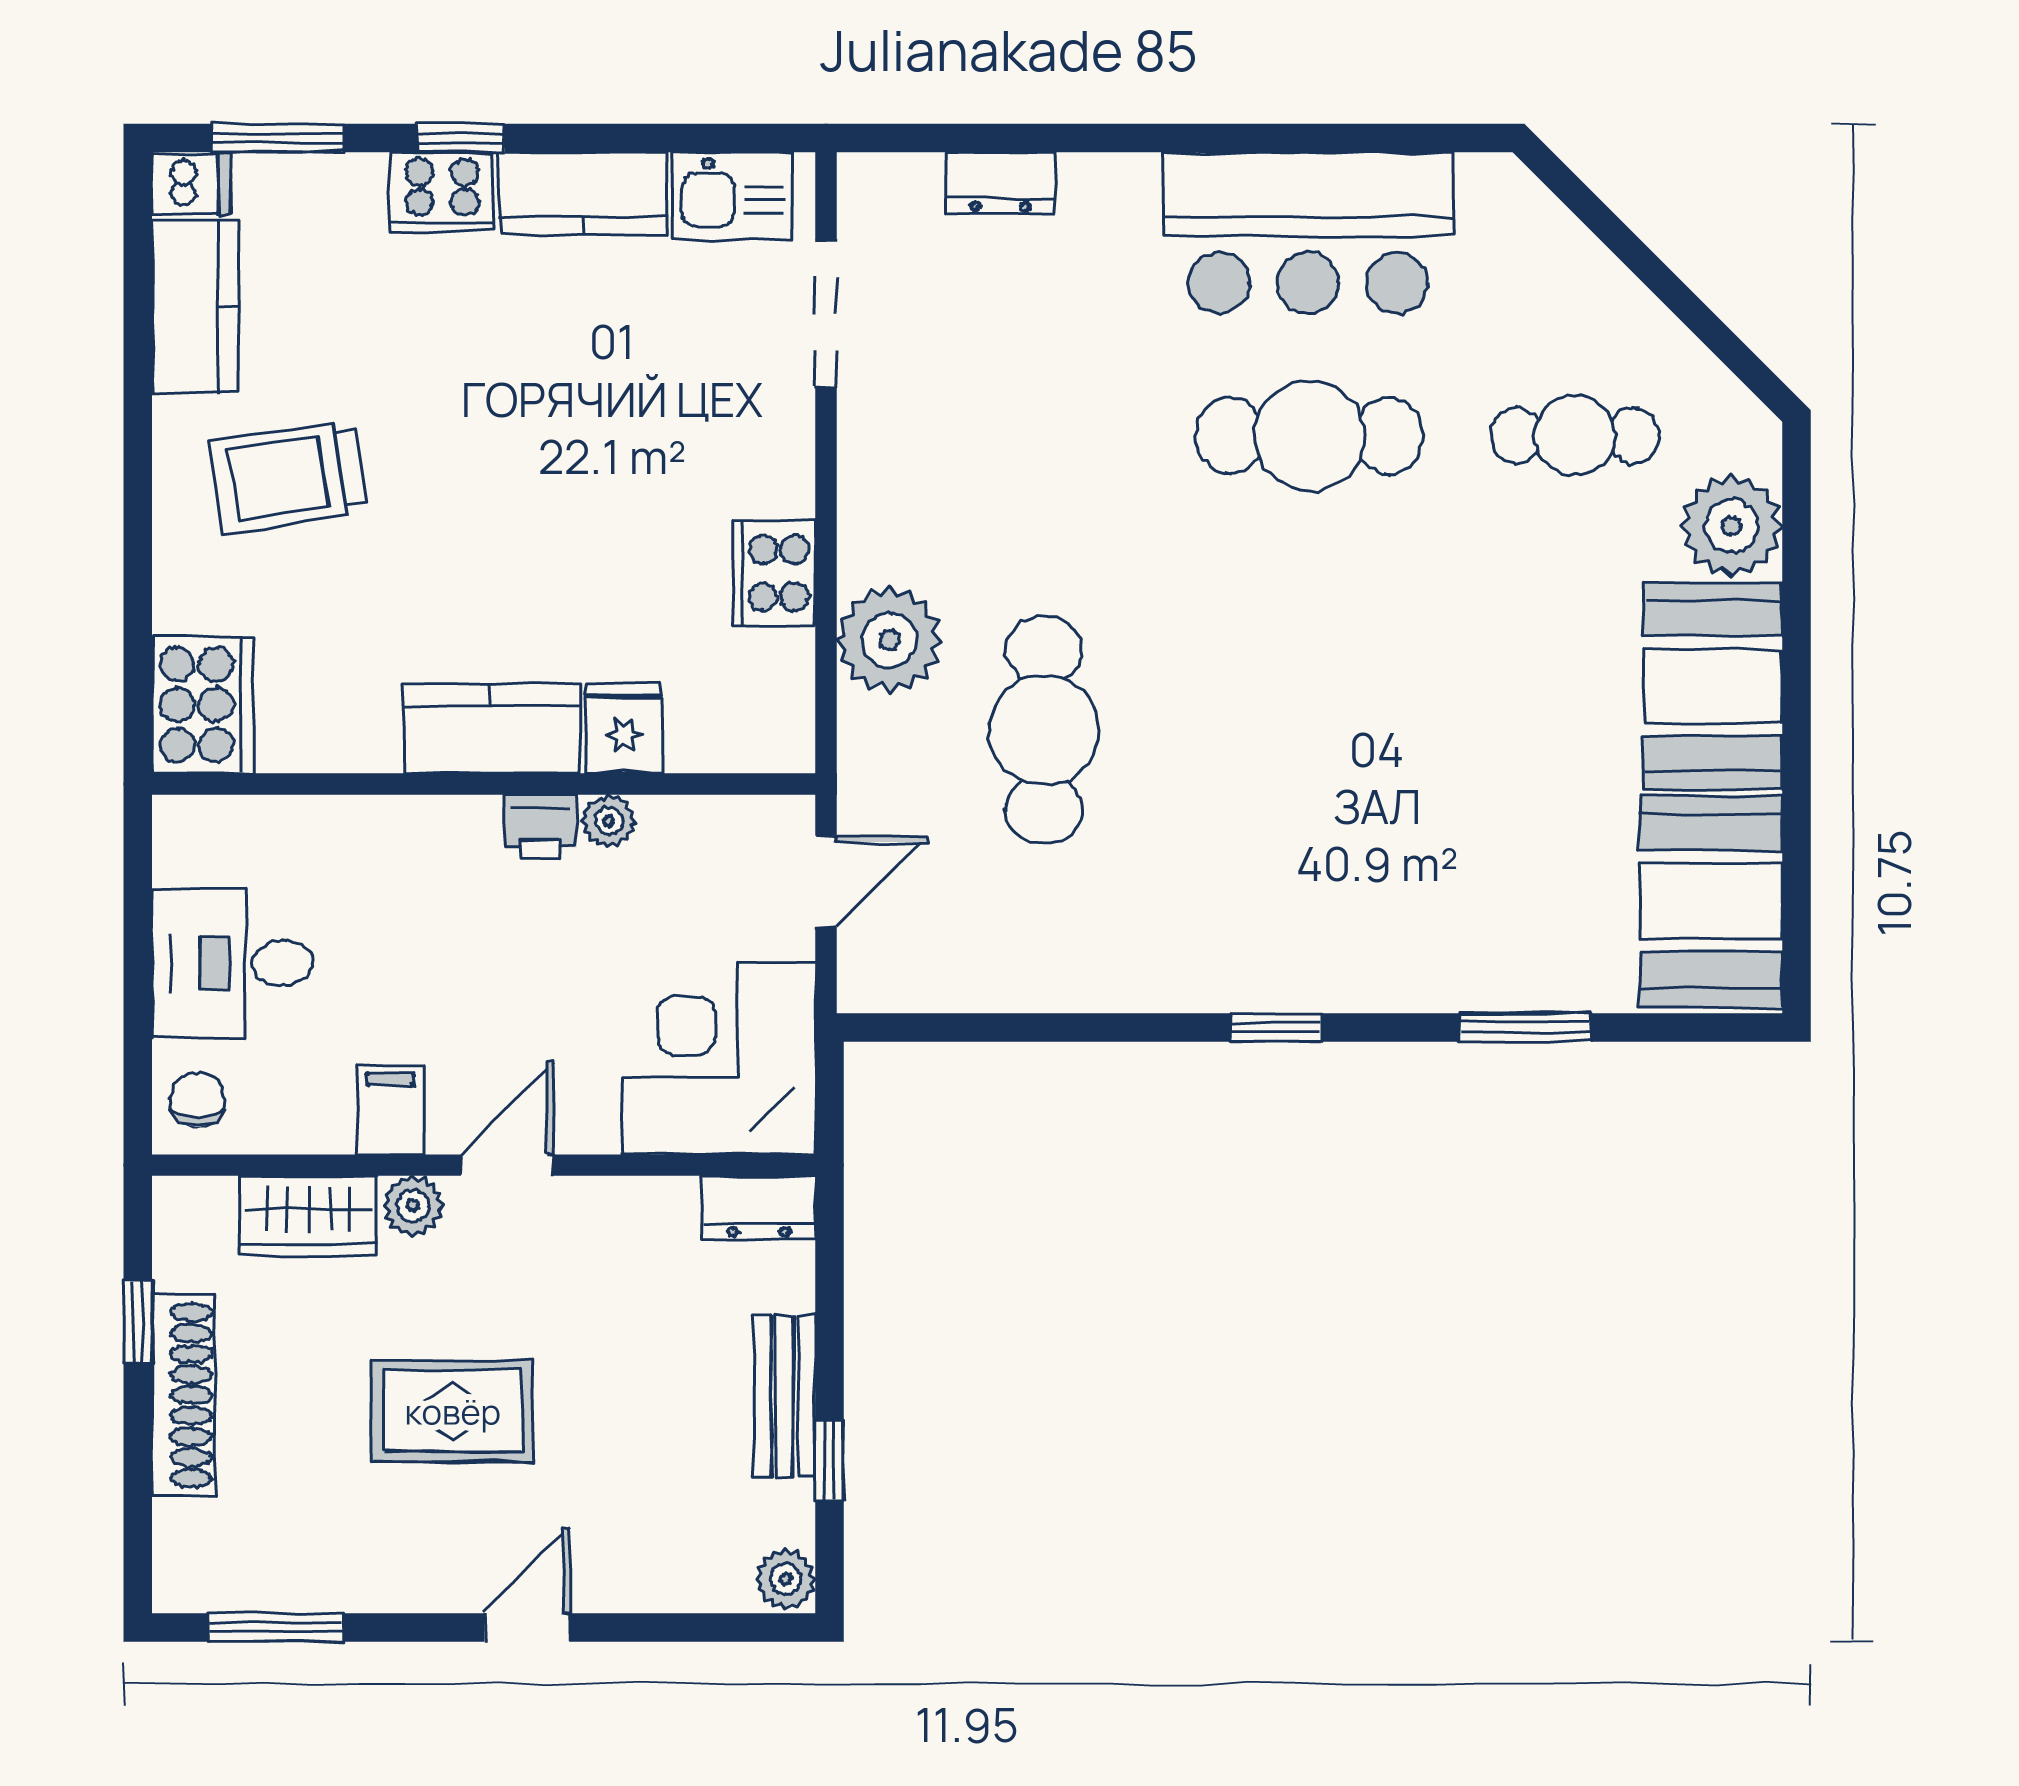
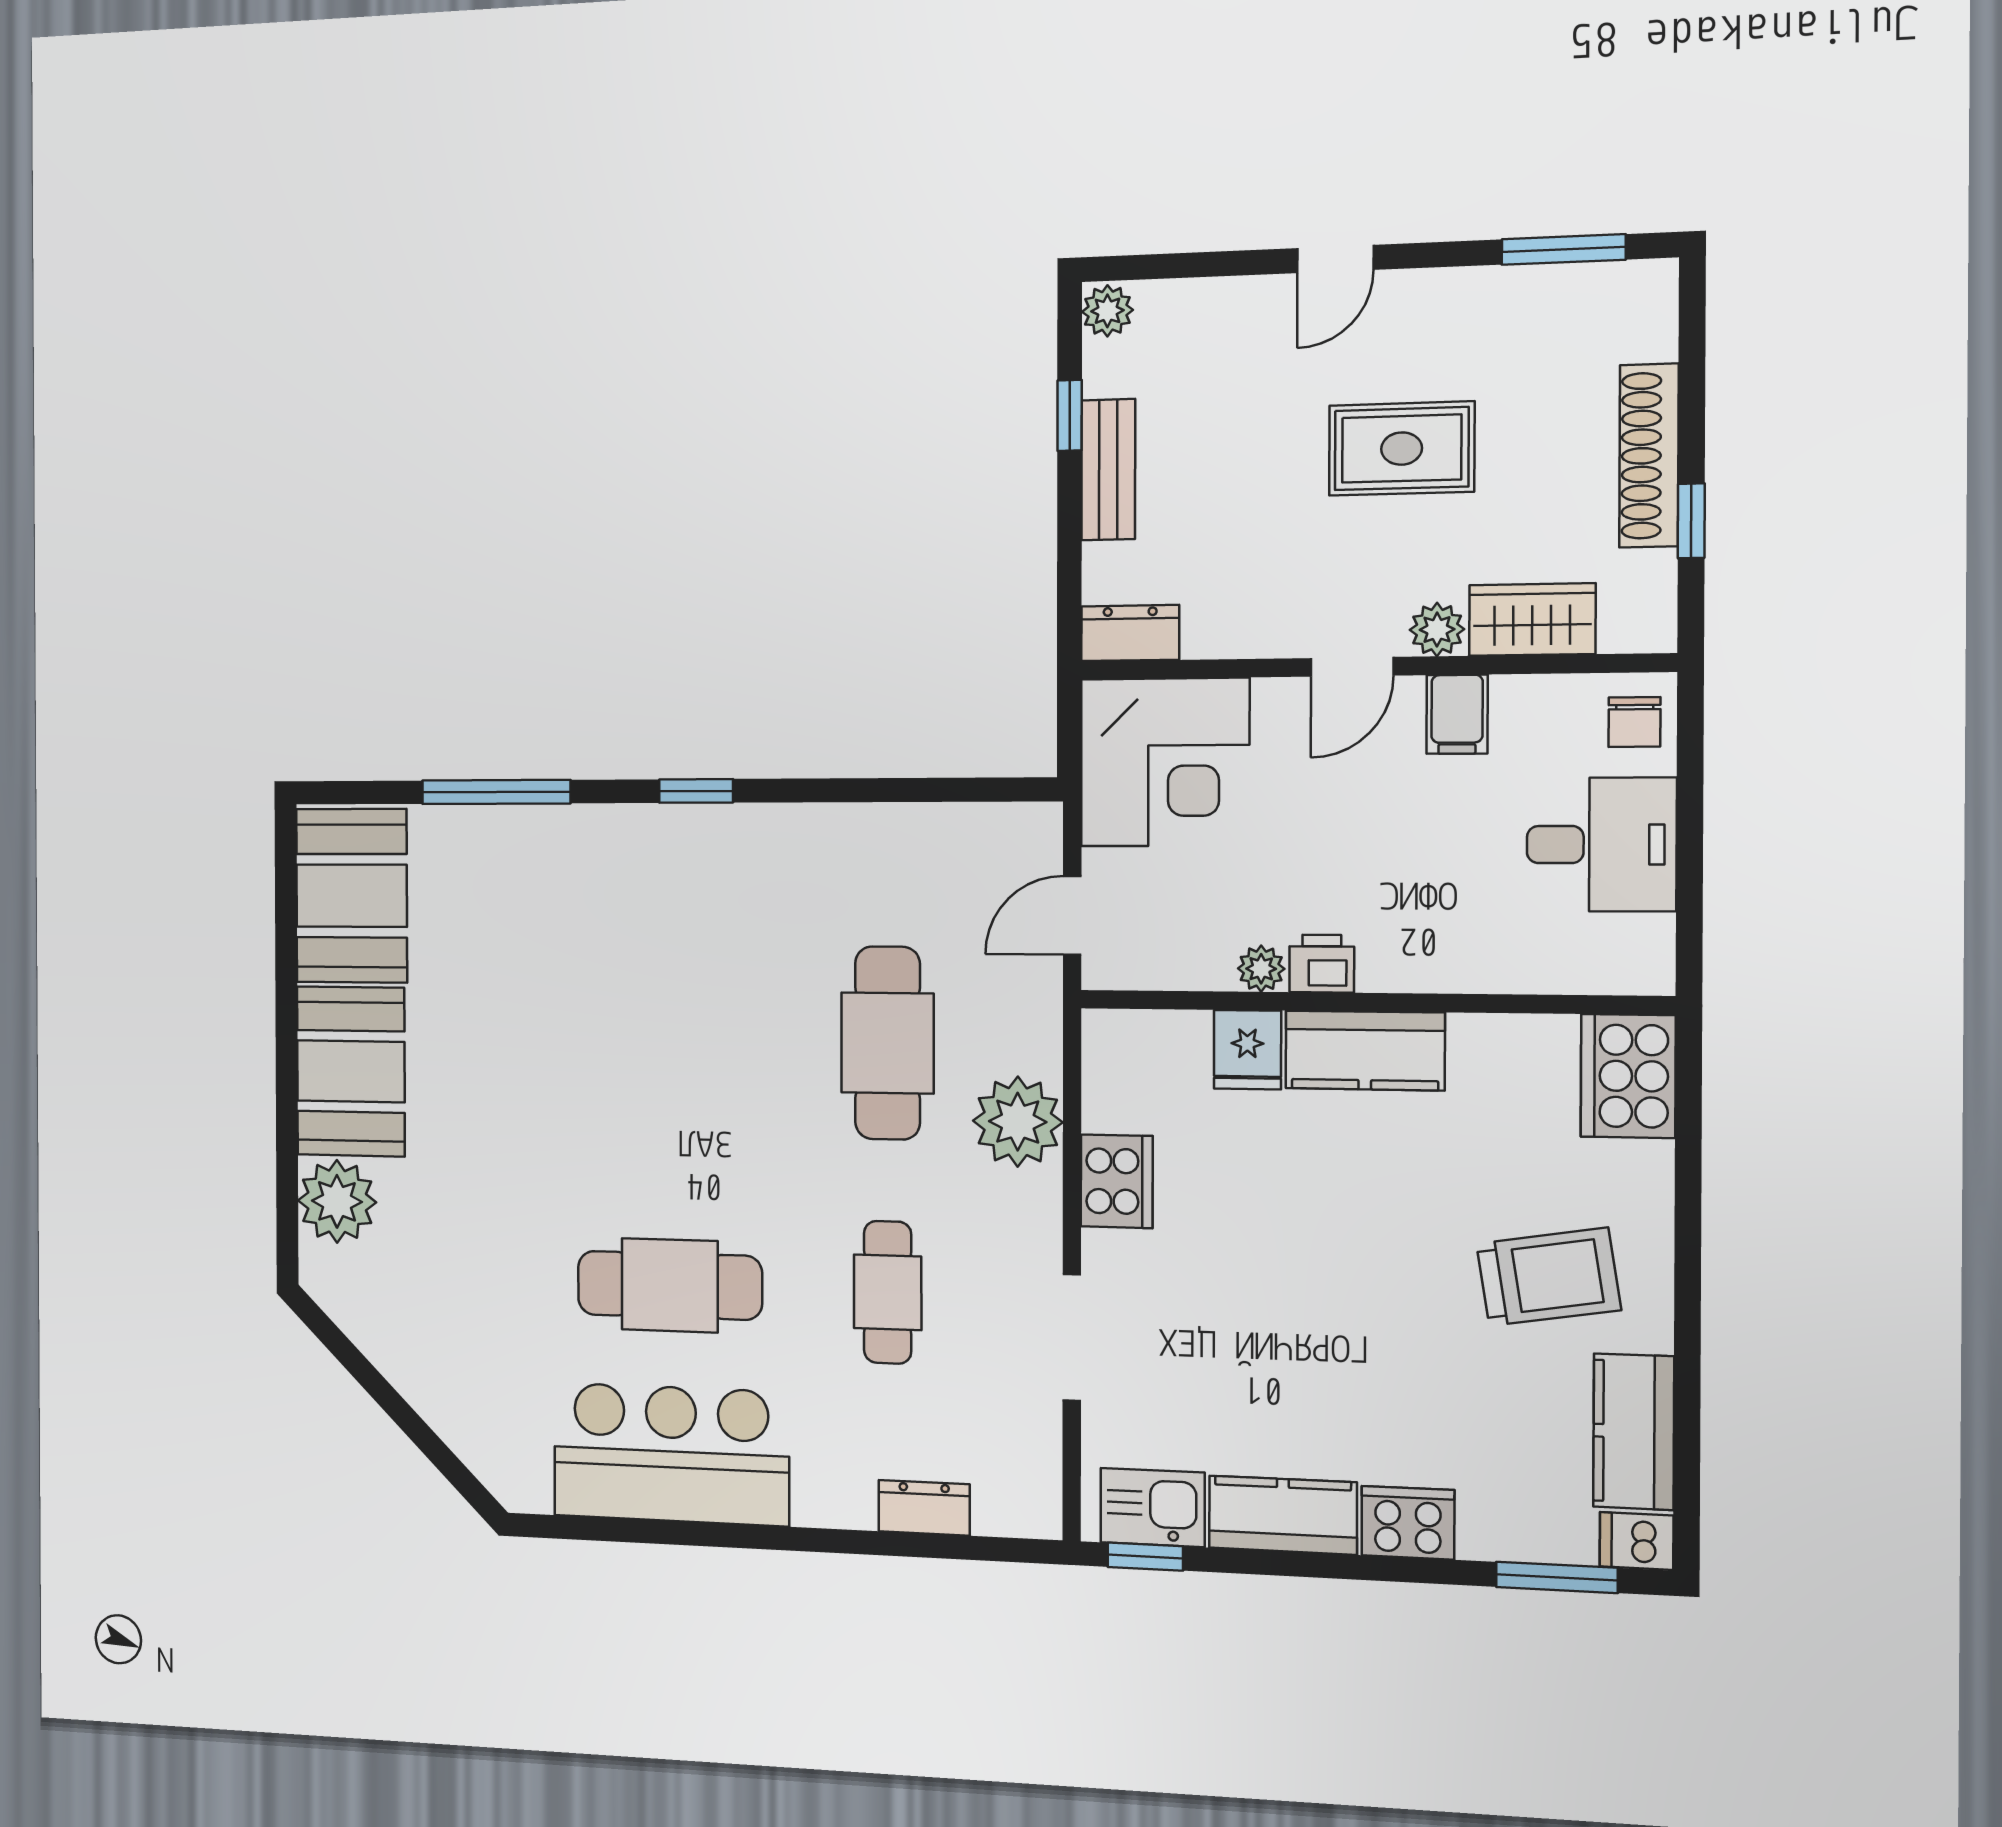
window: (461, 138) -> (1145, 1557), moved
doorway: (826, 314) -> (1072, 1337), moved
cafe table: (1575, 436) -> (888, 1292), moved, turned 90
window: (1525, 1027) -> (496, 792), width x1.44

